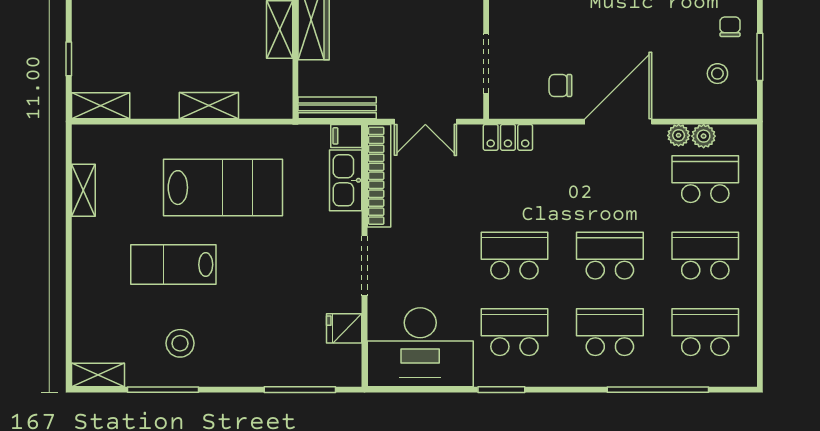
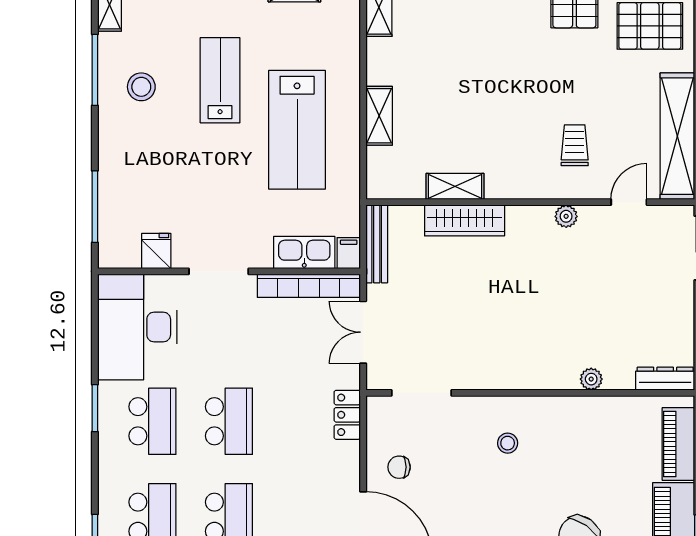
chair: (560, 86) -> (399, 467), turned -90

